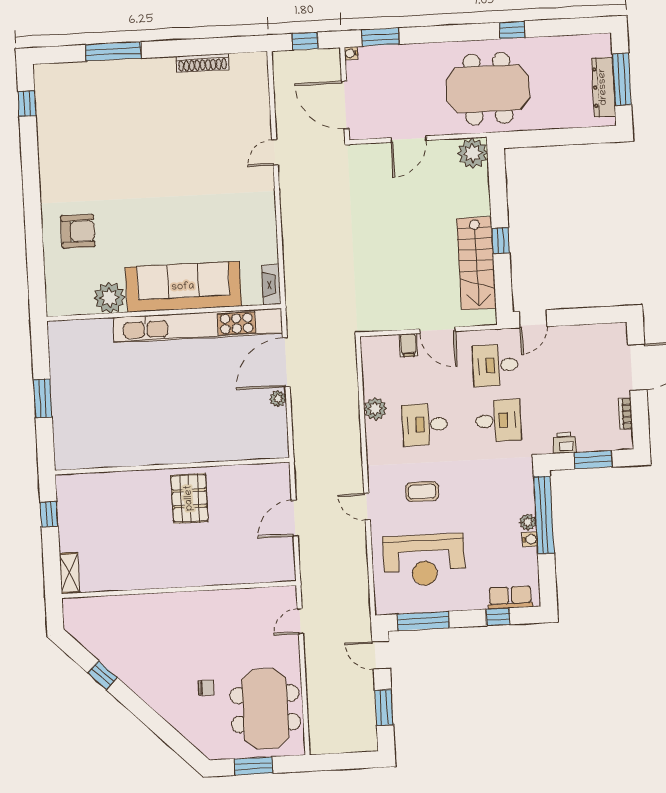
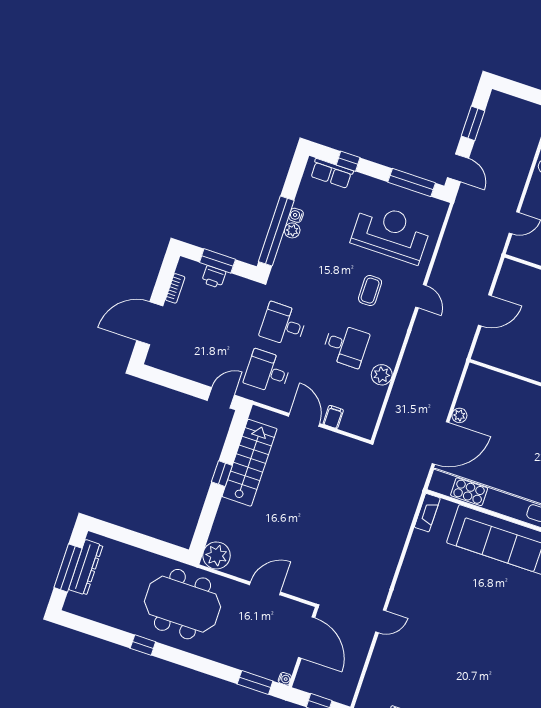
desk: (495, 365) -> (267, 372), turned 180
printer: (564, 443) -> (214, 277), moved
coffee table: (422, 492) -> (370, 291), turned 90

